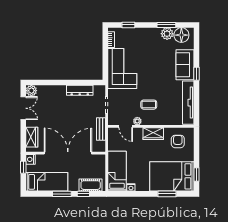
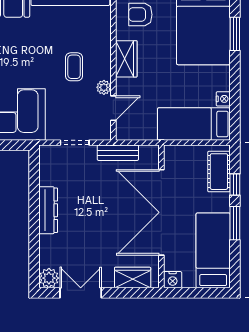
dresser: (80, 90) -> (48, 210), moved
window: (23, 167) -> (187, 293), removed

